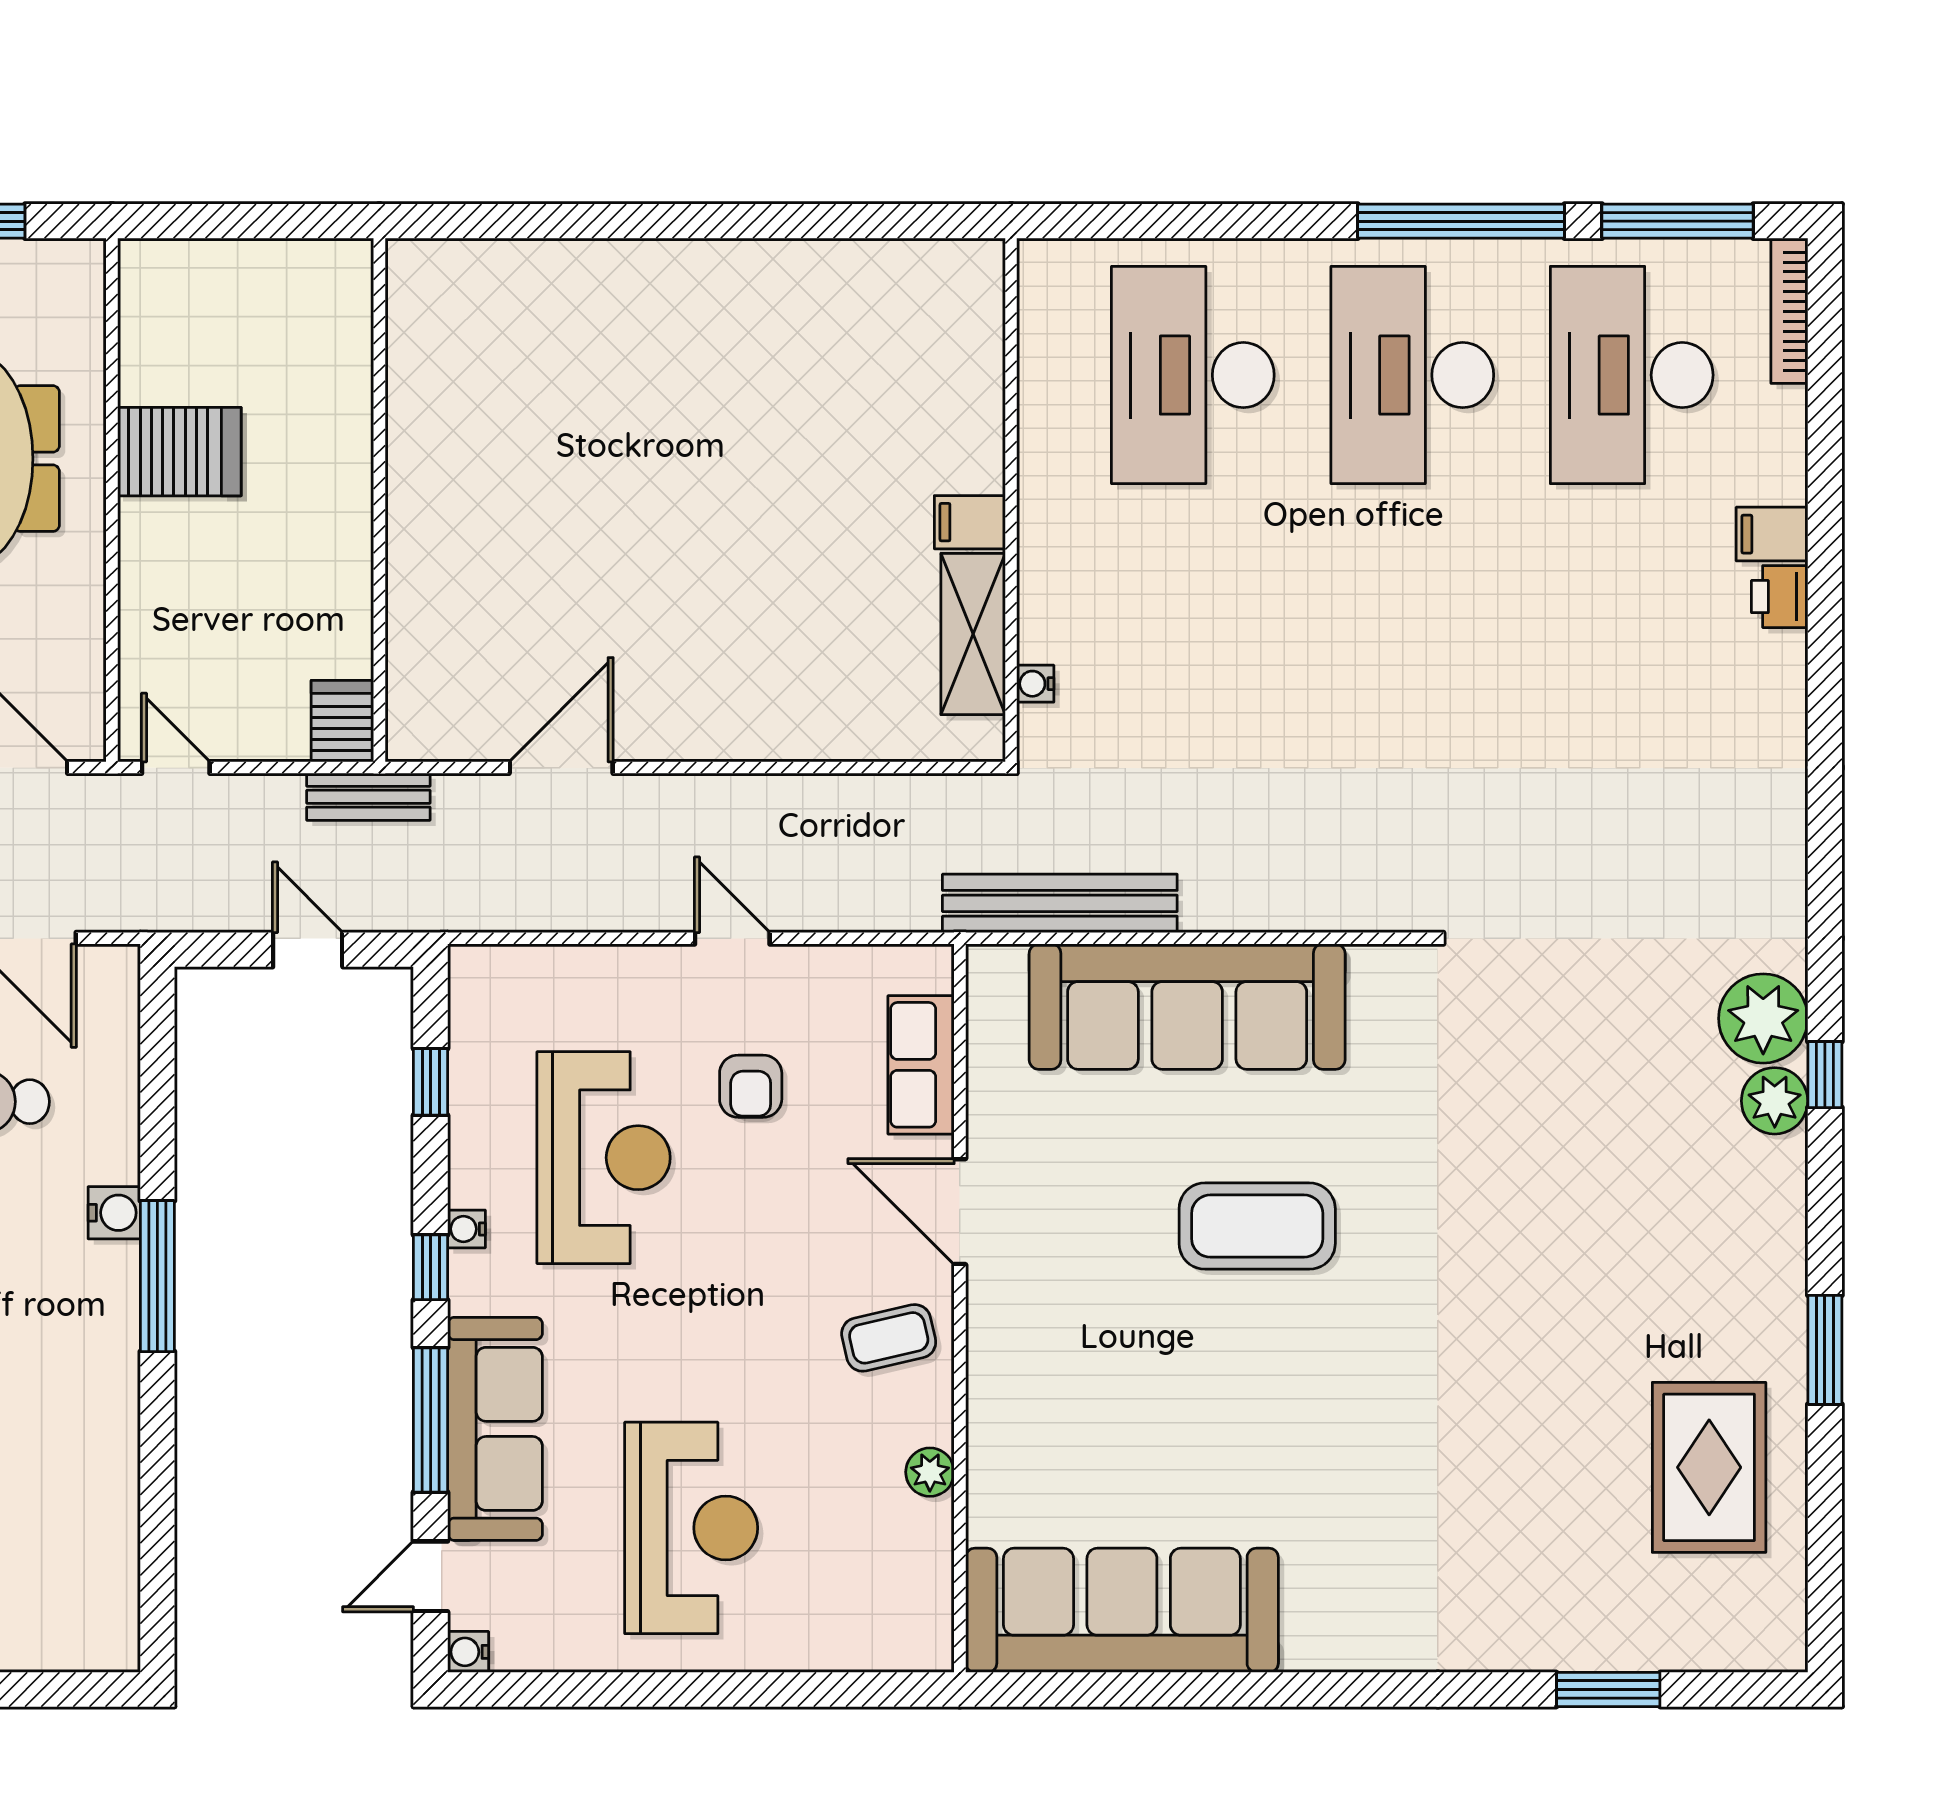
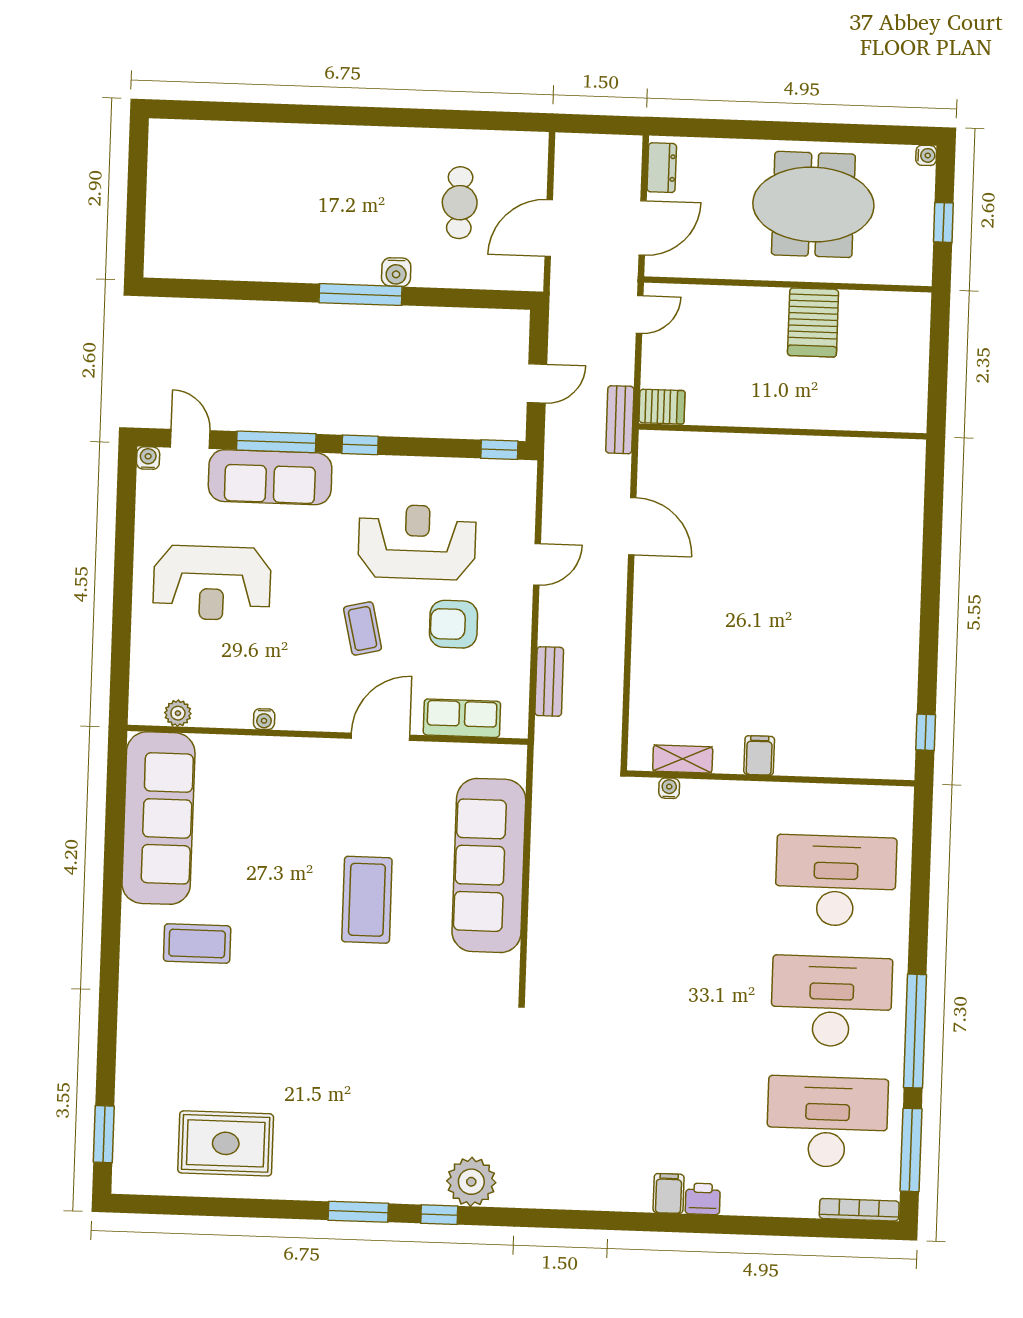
window: (917, 221) -> (926, 732), added
filing cabinet: (1772, 534) -> (669, 1193), moved
shelving: (973, 634) -> (683, 759), width x0.67, depth x0.75
bench: (1060, 903) -> (549, 681), moved, width x0.54, depth x0.82
door: (732, 938) -> (537, 564), moved
window: (431, 1082) -> (499, 450), moved
armchair: (751, 1086) -> (453, 624), width x1.38, depth x1.38
plant: (1775, 1101) -> (426, 1186), removed
reception desk: (604, 1158) -> (417, 542), turned 180
water cooler: (466, 1229) -> (264, 719), moved, turned 180
coffee table: (889, 1338) -> (363, 628), moved
window: (1825, 1350) -> (358, 1212), moved
plant: (930, 1472) -> (178, 713), moved
coffee table: (1347, 1532) -> (197, 944), added
window: (1608, 1689) -> (104, 1134), moved

